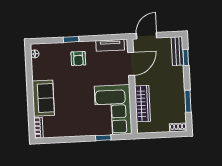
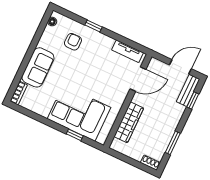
door: (146, 36) -> (180, 67), moved
armchair: (78, 58) -> (73, 42), moved, turned 180
corner sofa: (113, 110) -> (79, 113), moved, turned 90

